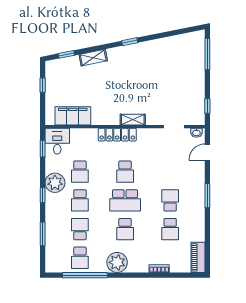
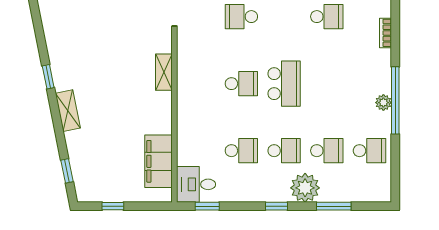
shelving: (93, 58) -> (68, 111), moved
locker: (117, 135) -> (186, 95), removed
plant: (55, 183) -> (305, 188), moved
school desk: (170, 200) -> (241, 17), moved
school desk: (80, 229) -> (327, 151), turned 180
school desk: (125, 229) -> (327, 84), removed
plant: (117, 262) -> (383, 103), width x0.53, depth x0.53
window: (85, 275) -> (395, 100), moved

